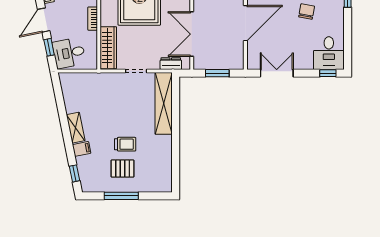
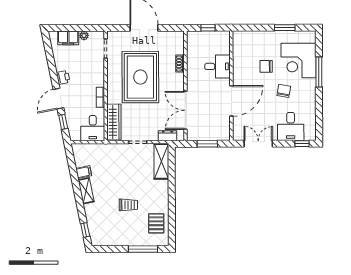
desk: (69, 53) -> (93, 128), moved, turned -79
desk: (329, 53) -> (291, 126), moved
shelving: (164, 103) -> (161, 161), width x0.68
filing cabinet: (82, 149) -> (84, 172), moved
pallet: (123, 169) -> (156, 223), moved, turned 90
window: (121, 196) -> (143, 249), moved

